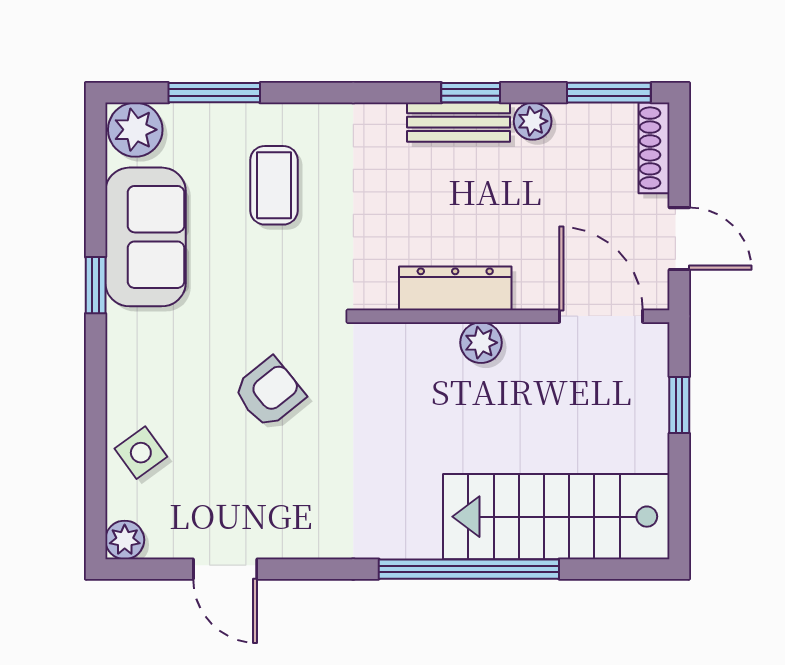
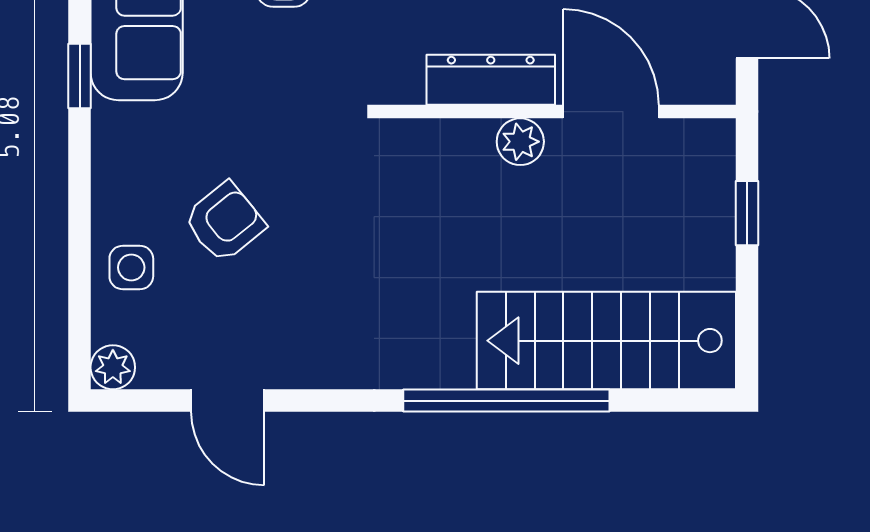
door: (601, 316) -> (611, 112), moved
armchair: (269, 393) -> (224, 222), moved
side table: (141, 453) -> (131, 267), turned 36

